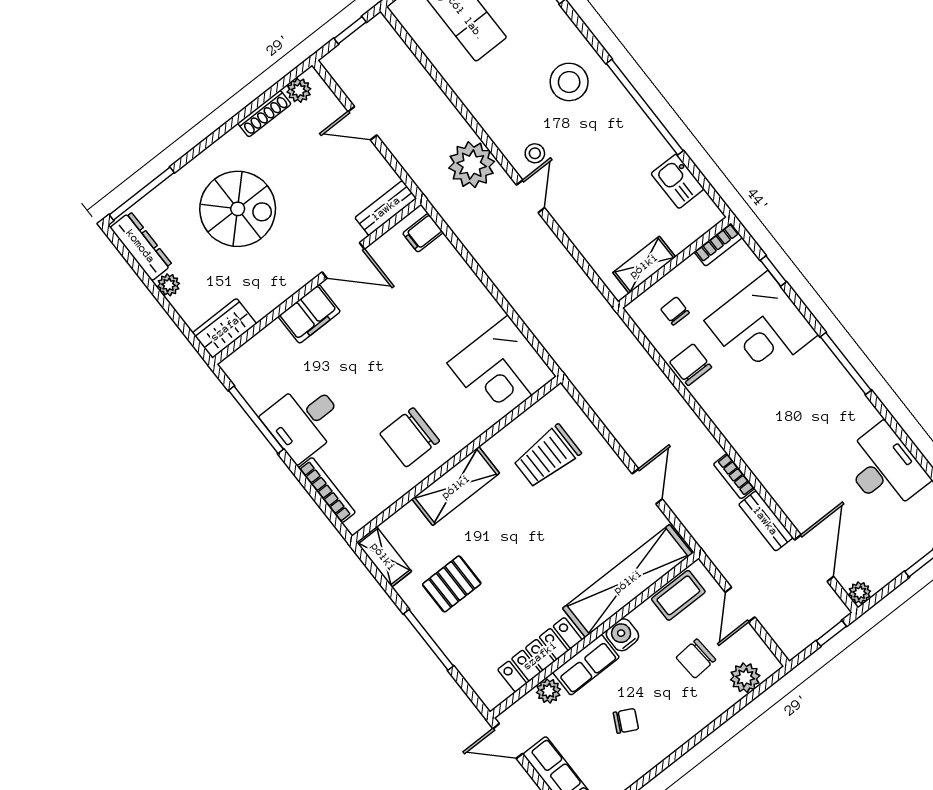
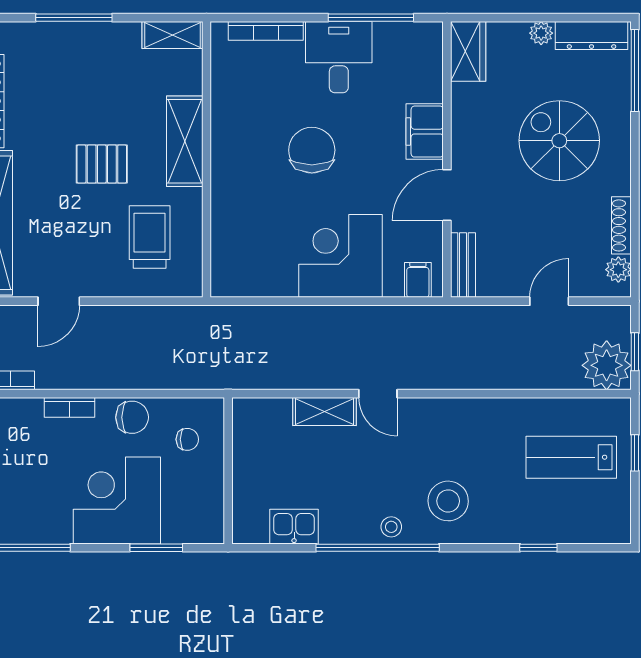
stool: (535, 153) -> (391, 527), moved
plant: (472, 165) -> (607, 365), moved
spiral stairs: (238, 209) -> (559, 141), turned 90
bookcase: (718, 245) -> (69, 407), moved, turned -90
shelving: (644, 265) -> (325, 412), moved, turned 90
window: (773, 271) -> (156, 548), width x1.50
corner desk: (502, 370) -> (341, 256), moved
chair: (410, 437) -> (312, 150), moved
door: (647, 486) -> (59, 301), hinge flipped
pallet: (452, 584) -> (102, 164), moved, turned 90

